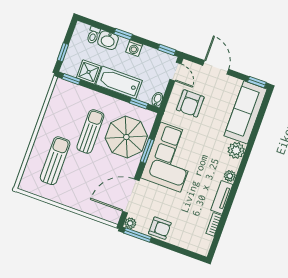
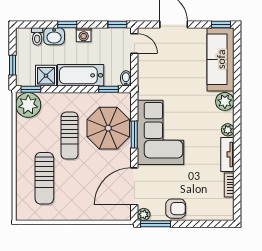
plant: (64, 92) -> (28, 105), added
armchair: (190, 103) -> (161, 70), removed
sun lounger: (90, 131) -> (70, 136), turned 180
sun lounger: (55, 161) -> (44, 178), turned 180

